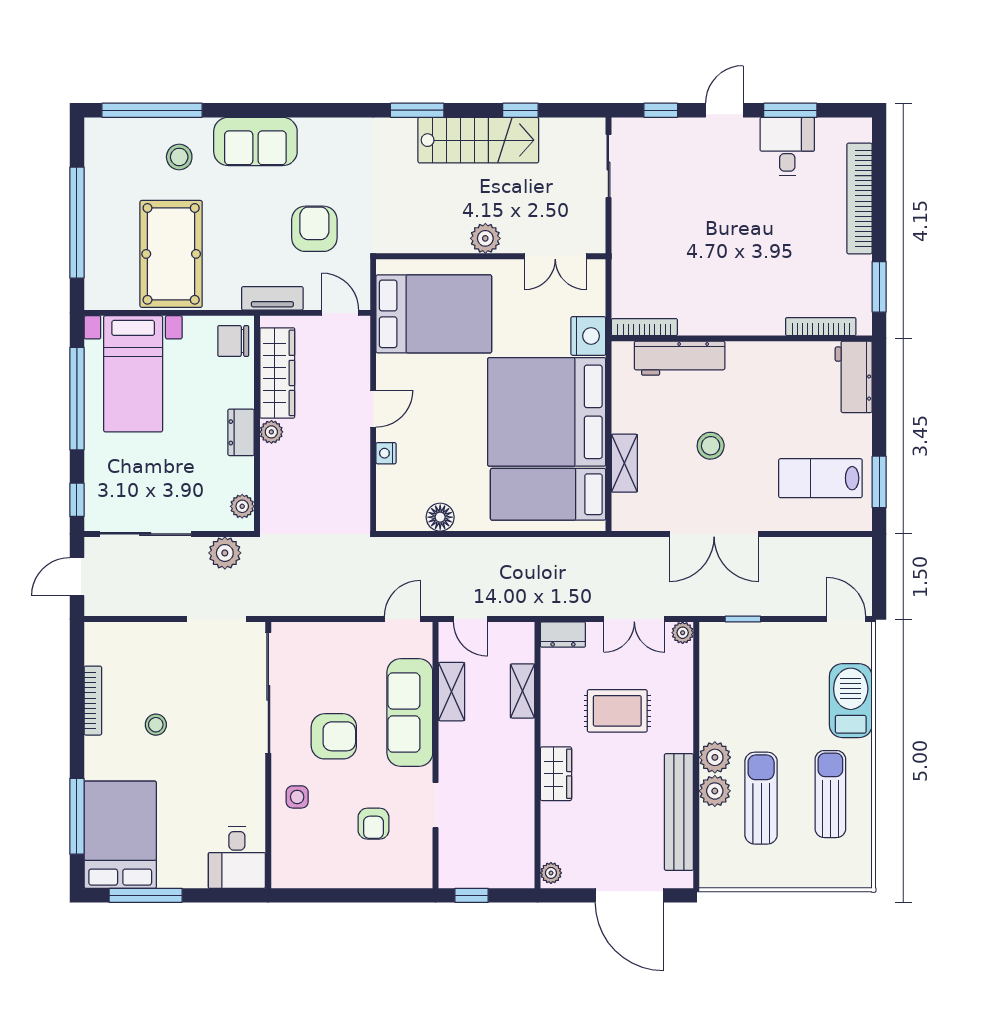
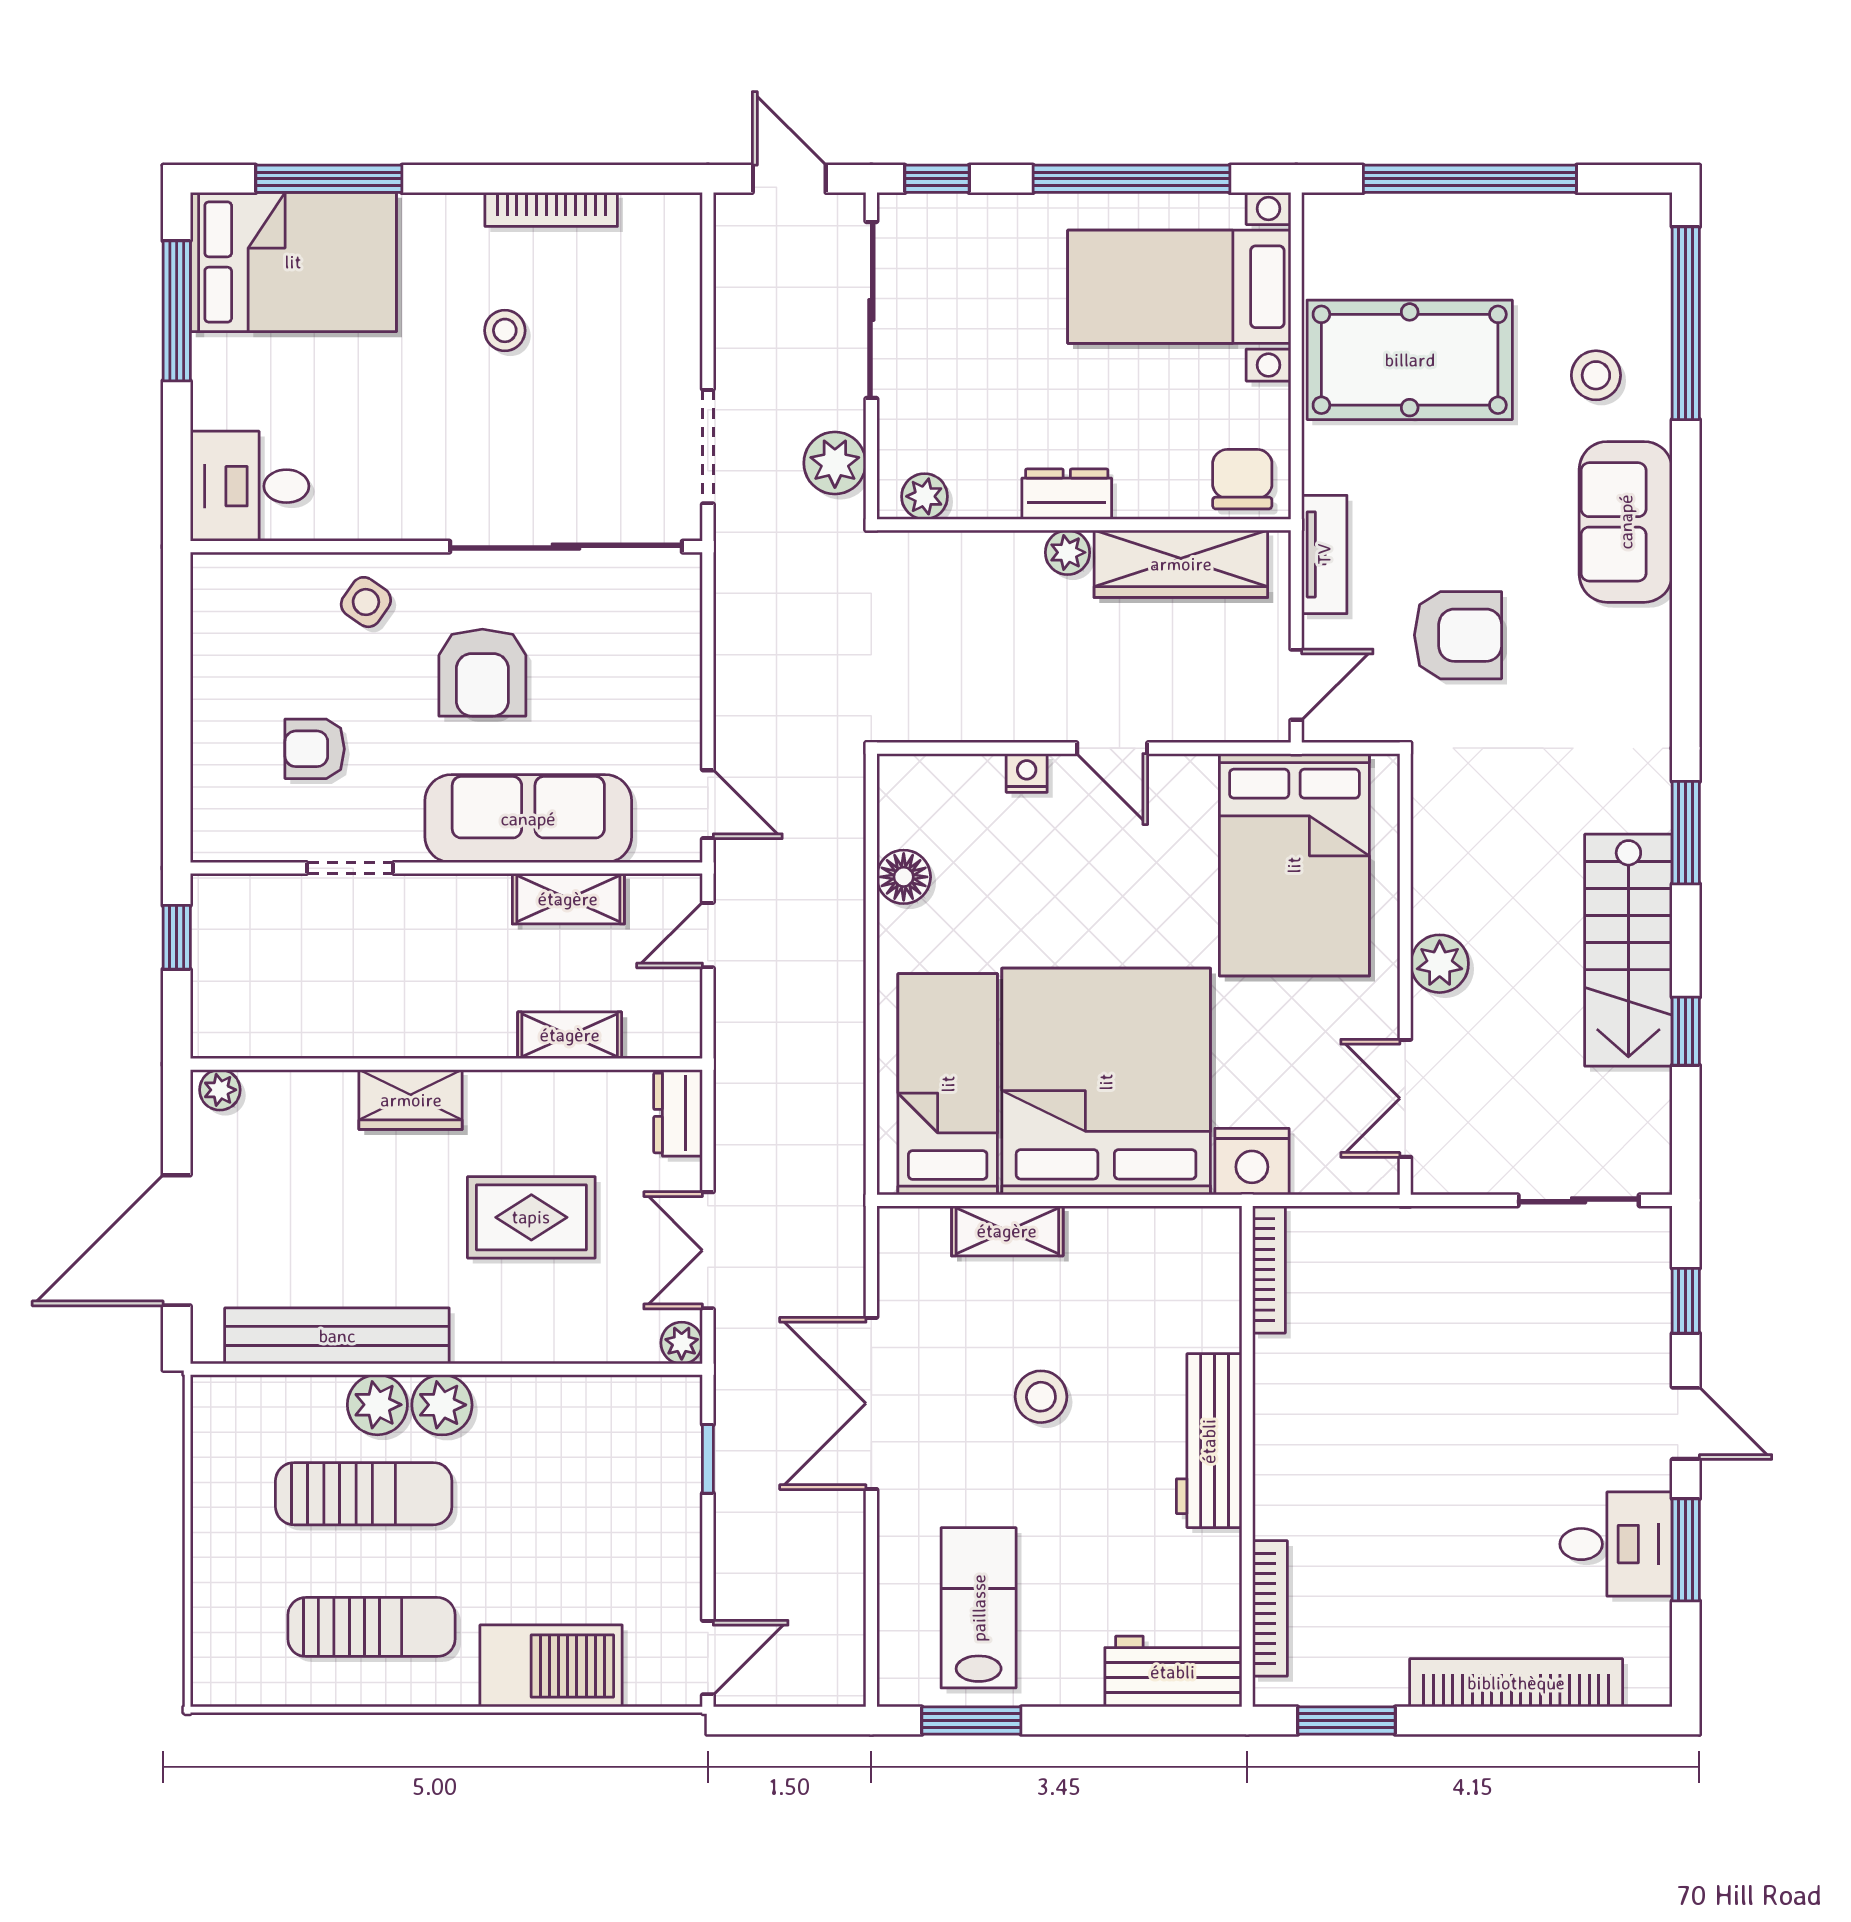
workbench: (680, 358) -> (1209, 1441), moved
rug: (617, 711) -> (531, 1217), turned 90
side table: (297, 797) -> (366, 602), turned 35

